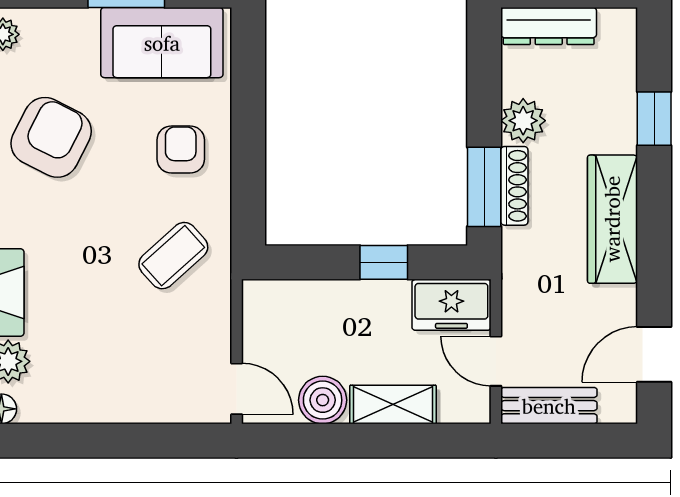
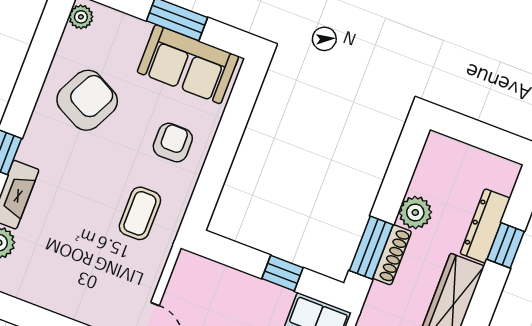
dresser: (549, 26) -> (485, 226), moved, turned 90
coffee table: (173, 256) -> (140, 213), turned -48

